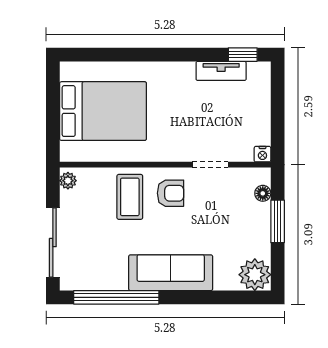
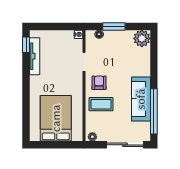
tv unit: (221, 71) -> (35, 56), width x1.41
sofa: (171, 273) -> (141, 99), moved

